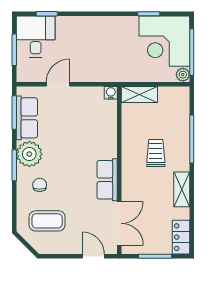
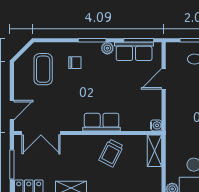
door: (58, 84) -> (164, 79), swing flipped
trolley: (156, 153) -> (111, 153), moved, turned 117
plant: (29, 154) -> (107, 48), width x0.53, depth x0.53
row of seats: (107, 180) -> (102, 122), moved

